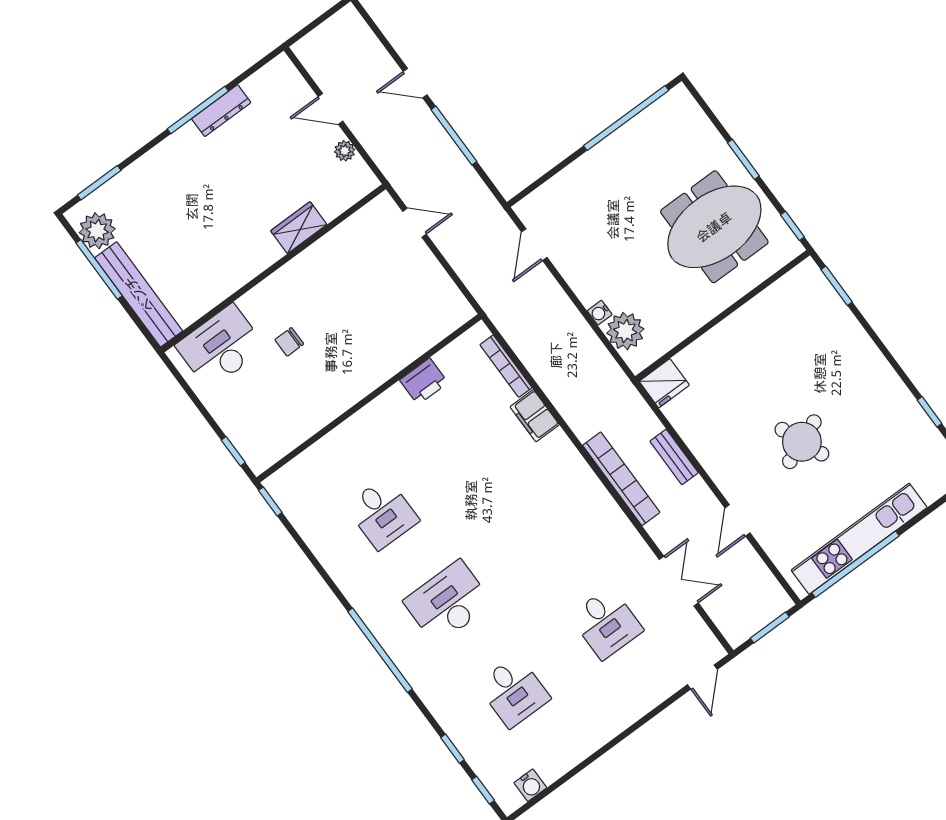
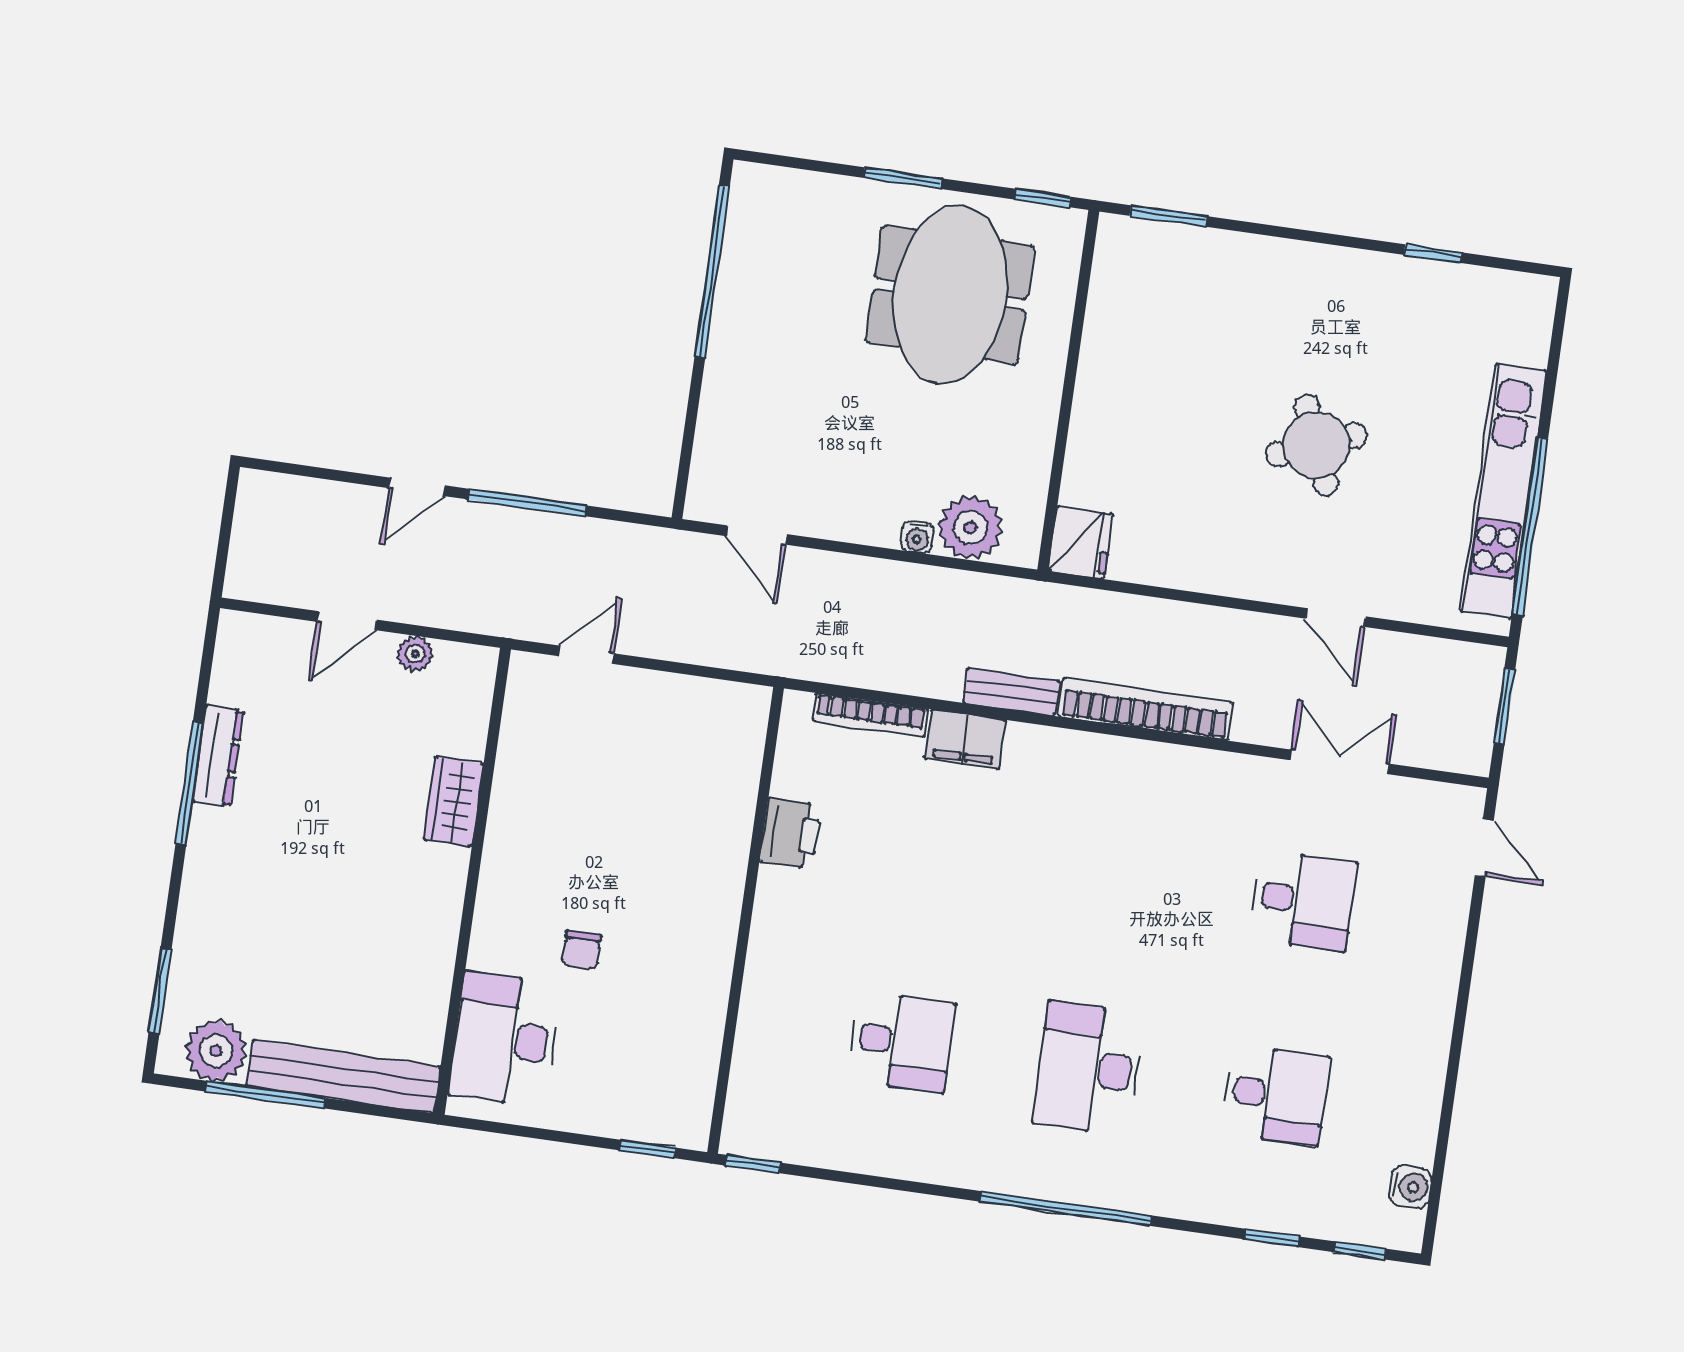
bench: (674, 457) -> (1011, 692), moved

